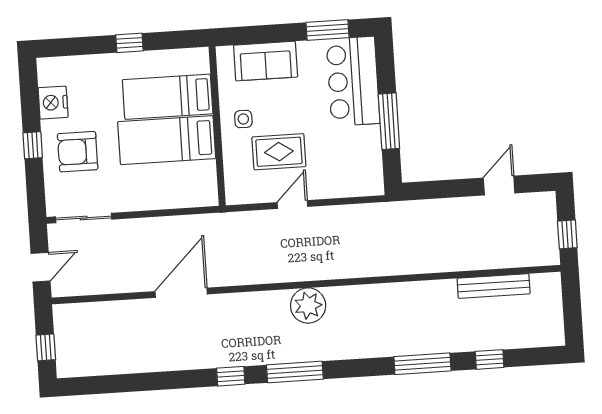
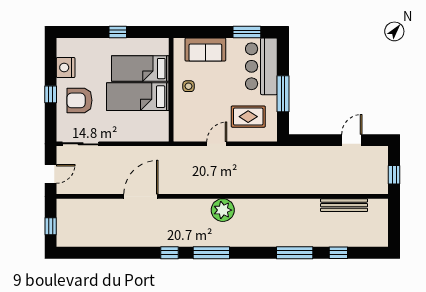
rug: (279, 152) -> (248, 117), moved

